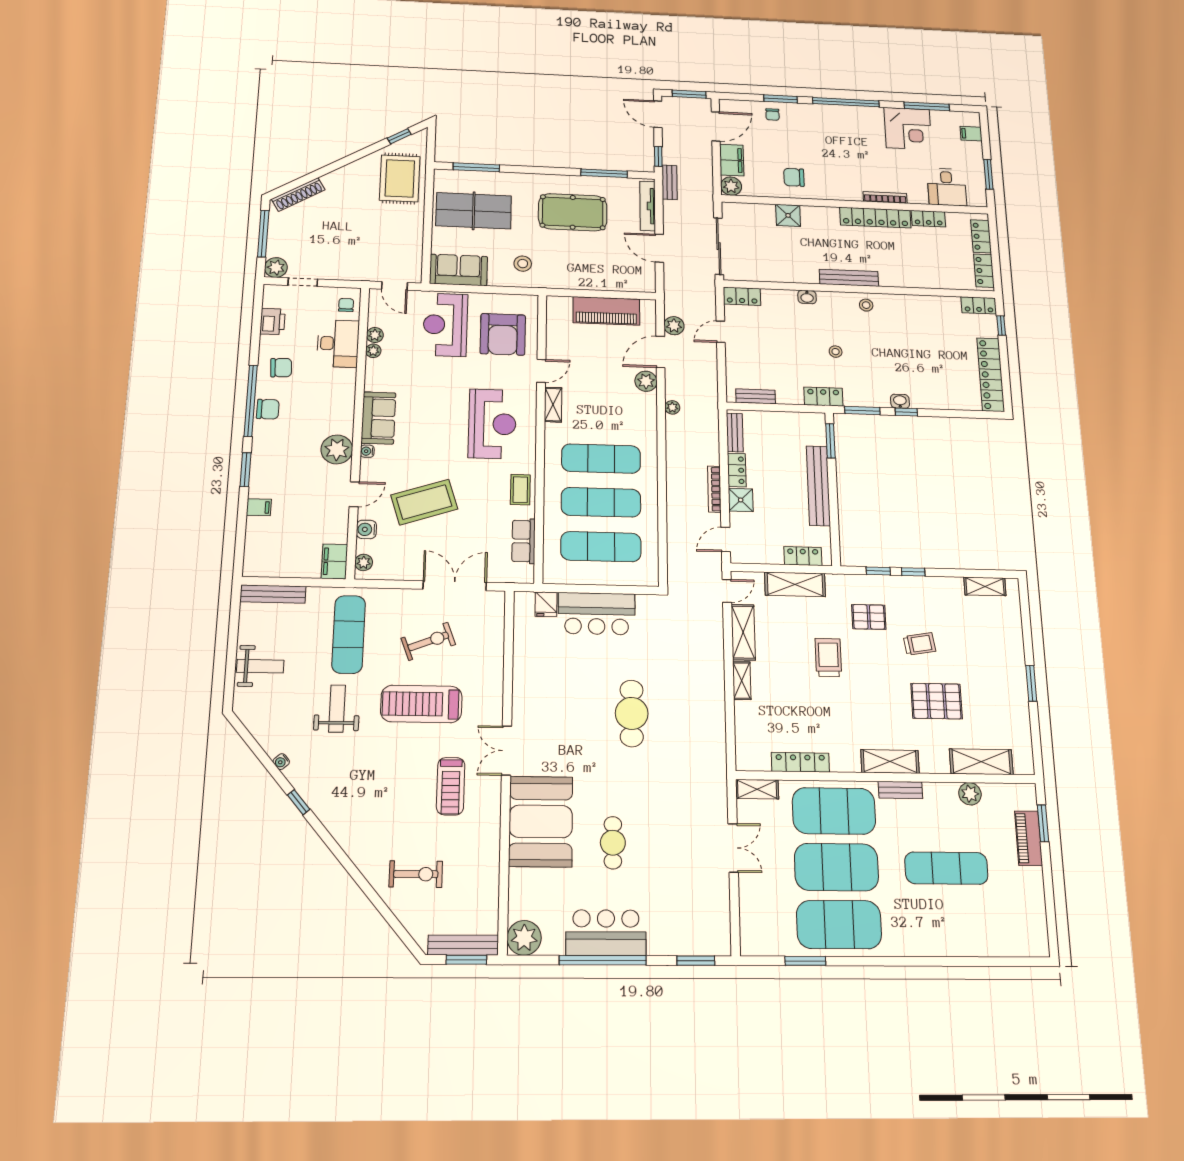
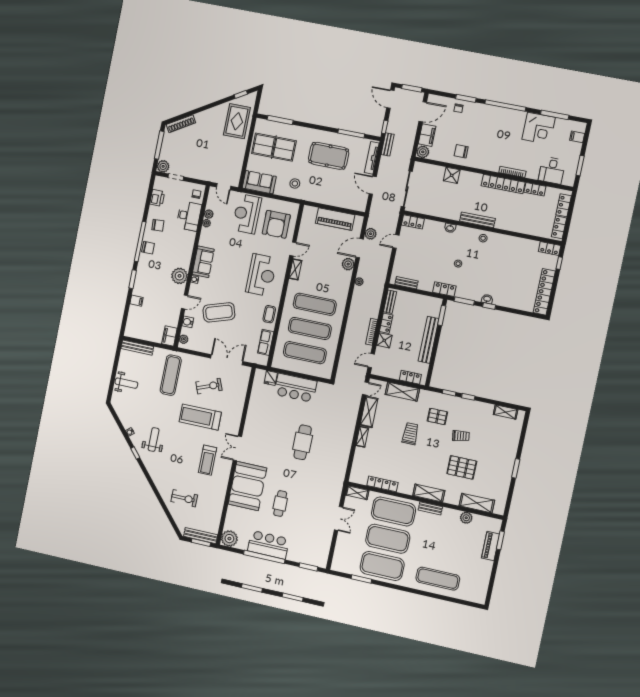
weight bench: (337, 709) -> (154, 439), moved
exercise mat: (946, 868) -> (438, 579), moved

